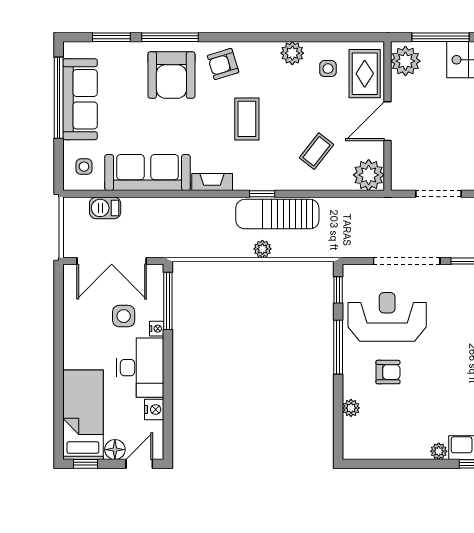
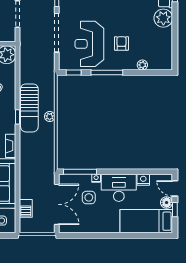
plant: (439, 451) -> (163, 18), width x1.87, depth x1.87
window: (85, 464) -> (175, 210), moved

